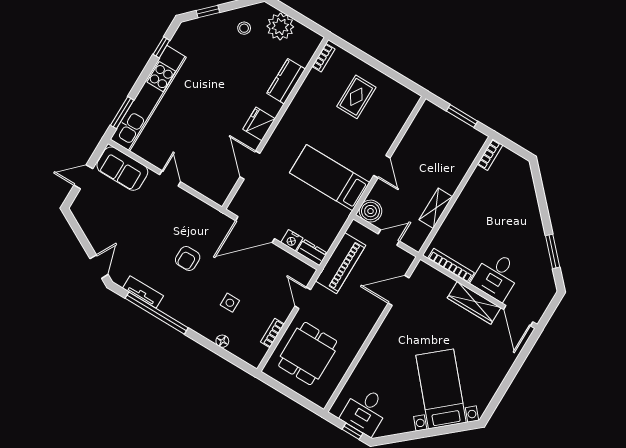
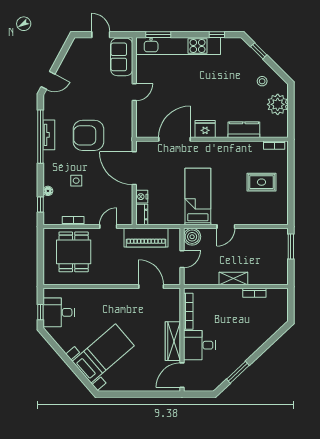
window: (462, 116) -> (291, 247), moved
bookcase: (490, 155) -> (254, 293), moved
door: (250, 165) -> (174, 139), width x1.36
shelving: (436, 208) -> (233, 279), moved
door: (389, 237) -> (182, 259), hinge flipped
armchair: (188, 259) -> (88, 135), width x1.88, depth x1.88
tv unit: (143, 292) -> (49, 135), moved
dining table: (308, 354) -> (74, 252), turned 90
window: (232, 359) -> (40, 205), added

